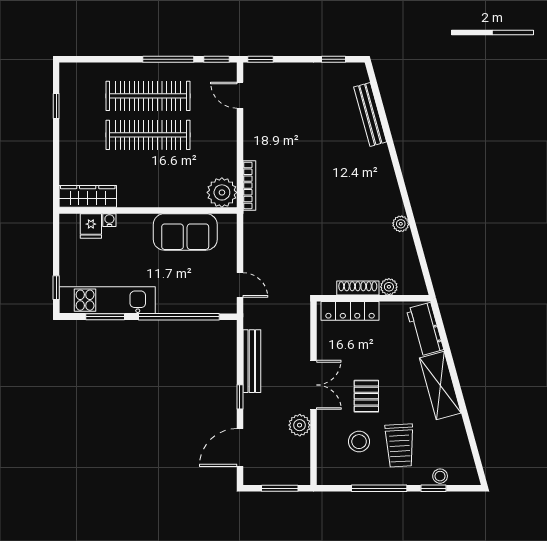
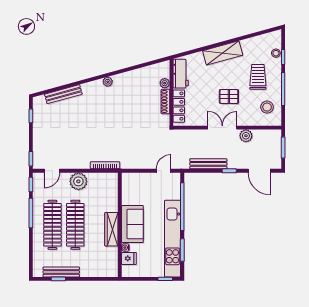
bench: (68, 111) -> (61, 272), added
plant: (222, 192) -> (78, 181), moved
wardrobe: (88, 196) -> (111, 229), moved
plant: (401, 224) -> (108, 82), moved
sofa: (185, 232) -> (132, 224), moved
kitchen unit: (107, 300) -> (172, 239), width x1.36
workbench: (425, 329) -> (181, 74), moved, turned -75
stool: (359, 442) -> (267, 107), moved
trolley: (400, 445) -> (258, 77), turned -87

